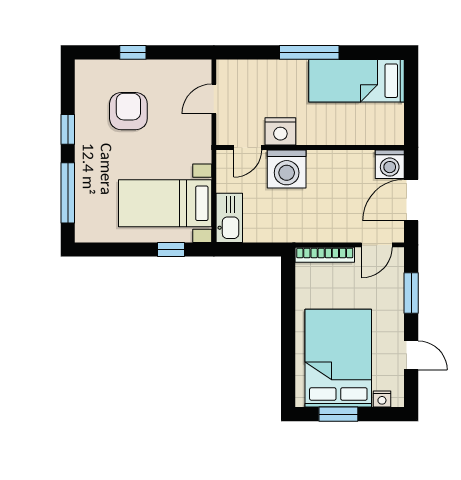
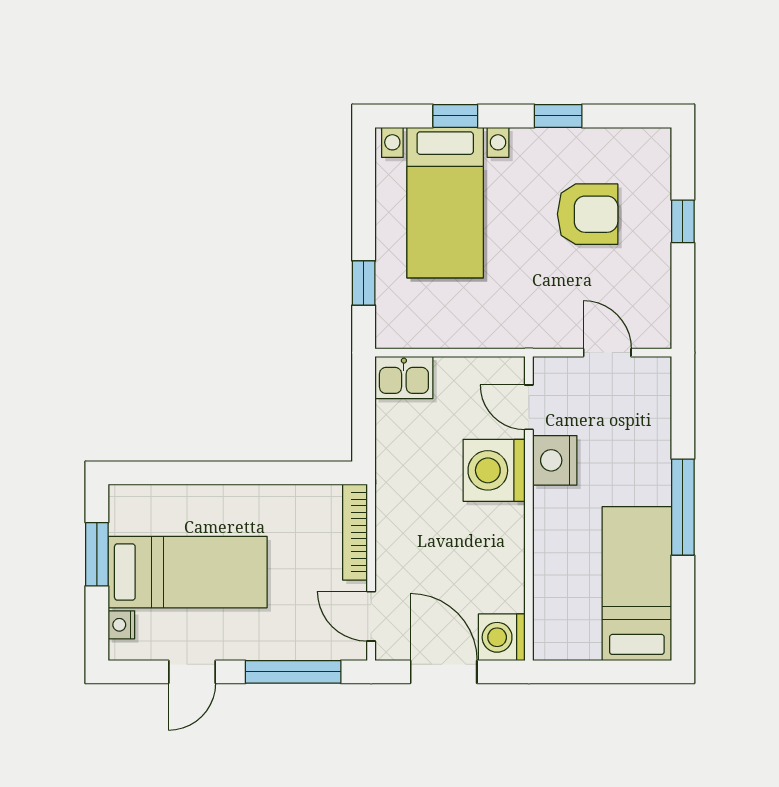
window: (68, 193) -> (455, 116), width x0.46
bed with nightstands: (165, 203) -> (445, 203), moved, turned 180
kitchen sink: (229, 218) -> (404, 377), width x0.73
window: (411, 293) -> (293, 672), width x1.44
bed: (338, 358) -> (188, 572), width x0.67

